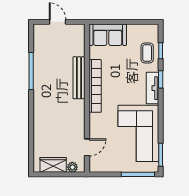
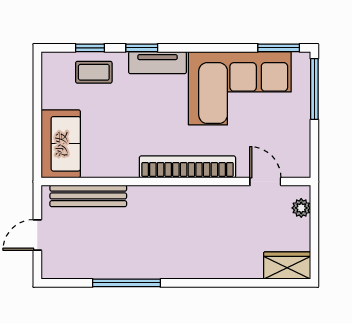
bench: (79, 78) -> (88, 196), moved
bookcase: (95, 86) -> (187, 167), moved
wardrobe: (53, 165) -> (287, 266), moved, turned 90

